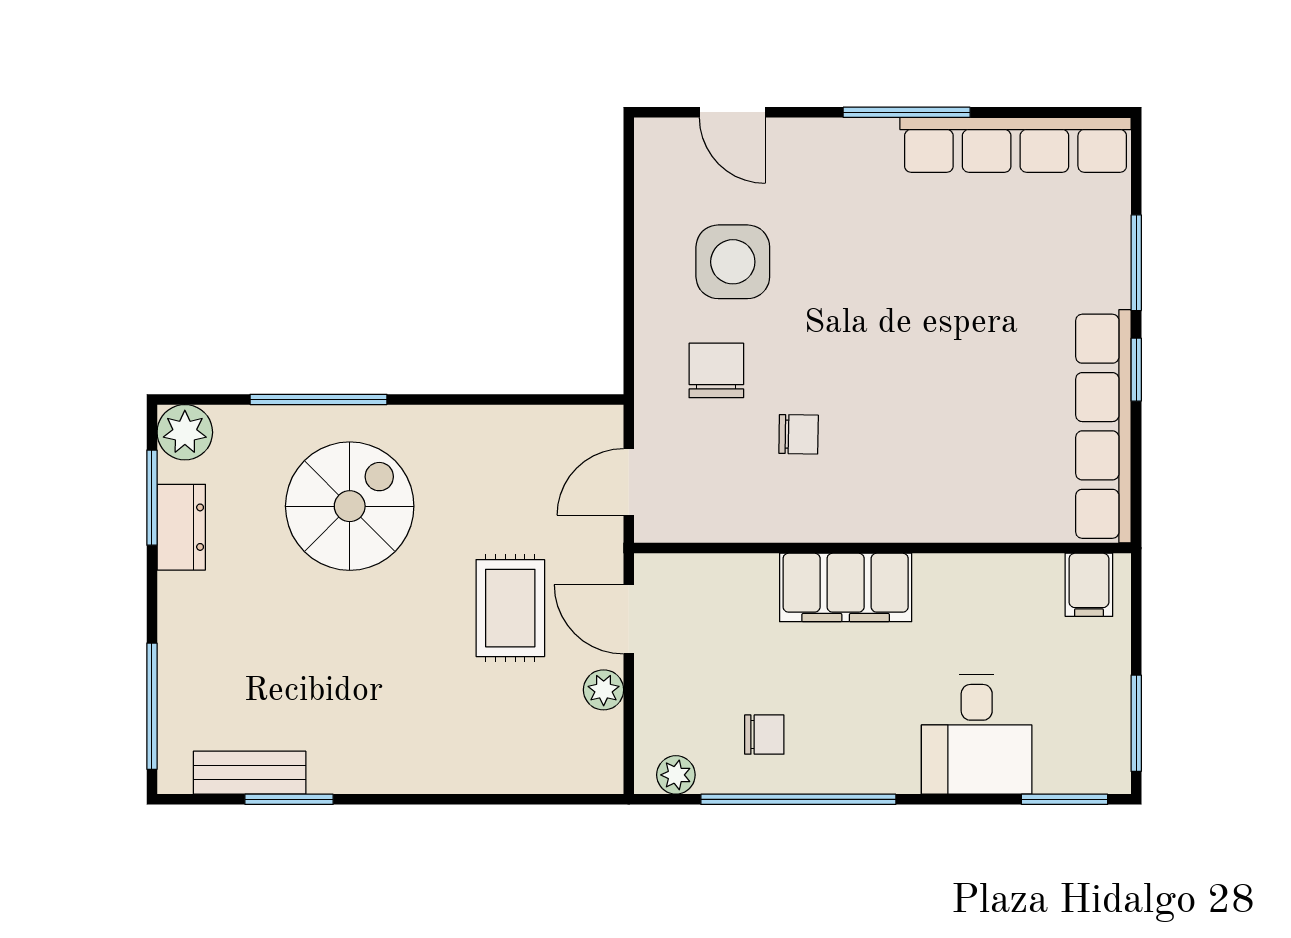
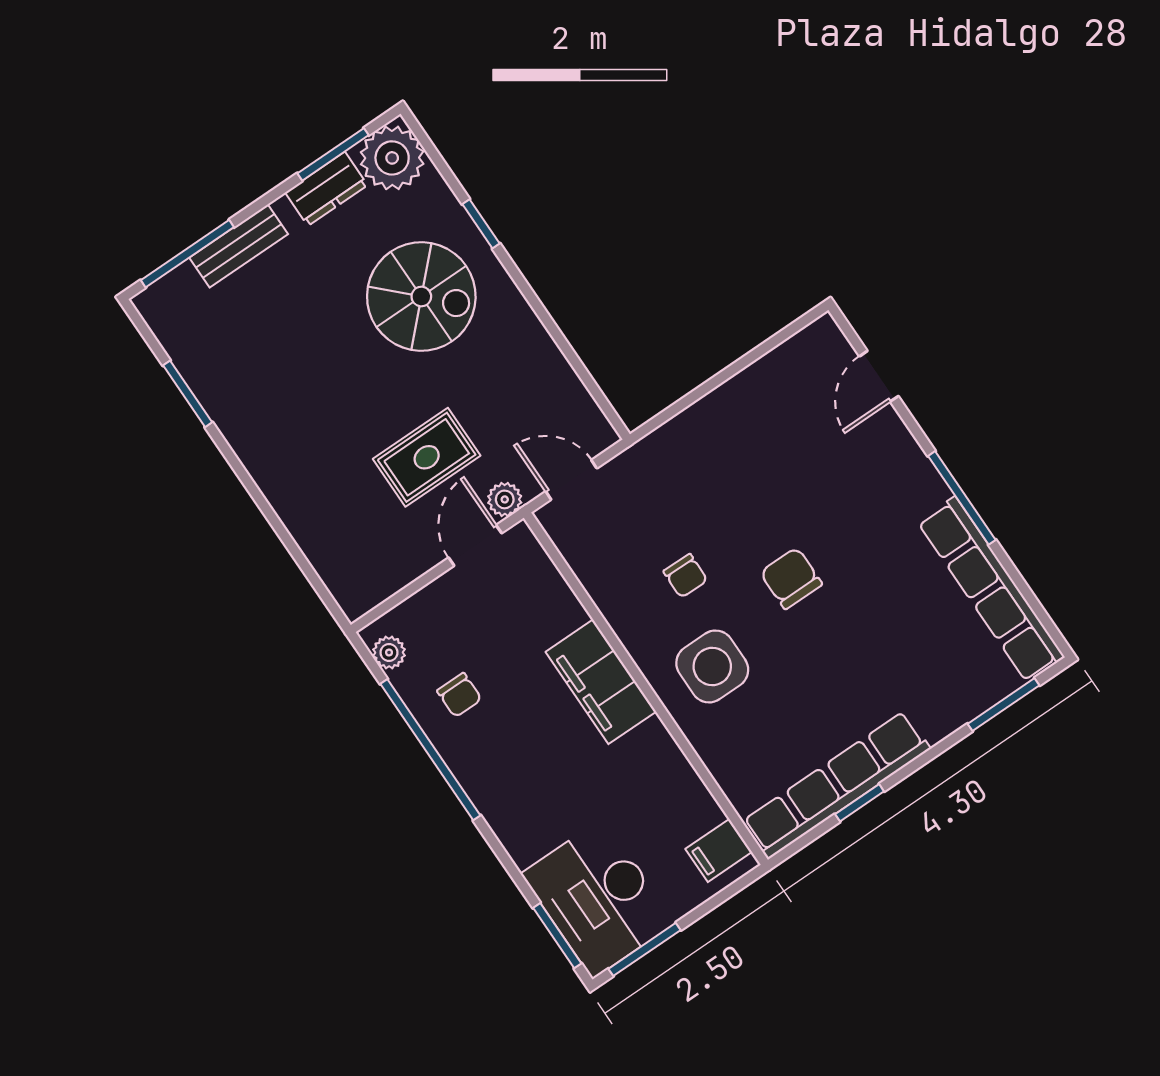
side table: (733, 262) -> (712, 666), moved
window: (1136, 263) -> (1003, 705), moved
chair: (716, 370) -> (791, 578), moved, turned -90
window: (1136, 370) -> (860, 803), moved
window: (318, 399) -> (481, 224), width x0.46
plant: (185, 432) -> (392, 158), width x1.36, depth x1.36
plant: (604, 690) -> (505, 499), moved
desk: (977, 735) -> (598, 898), moved, width x1.37
bench: (250, 773) -> (239, 246), moved, turned 90

